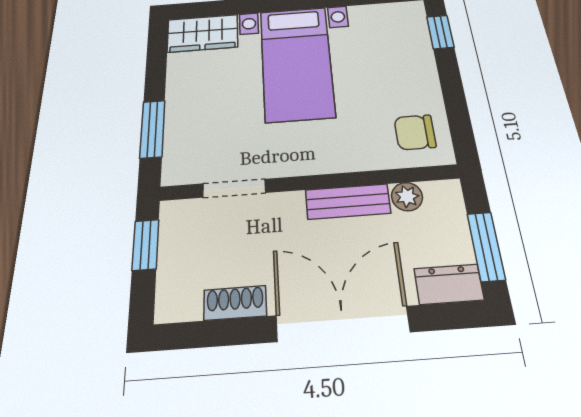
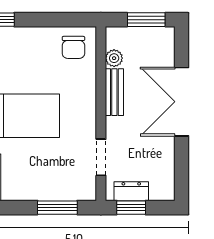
dresser: (449, 284) -> (131, 191), moved, turned 90
shoe rack: (235, 303) -> (167, 158), removed

